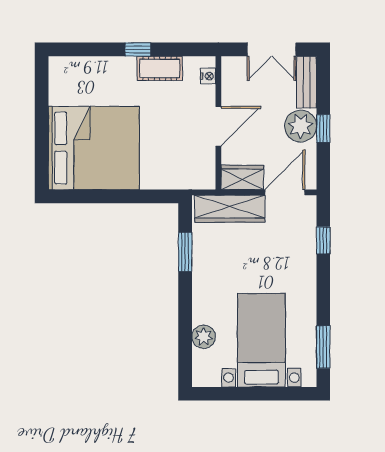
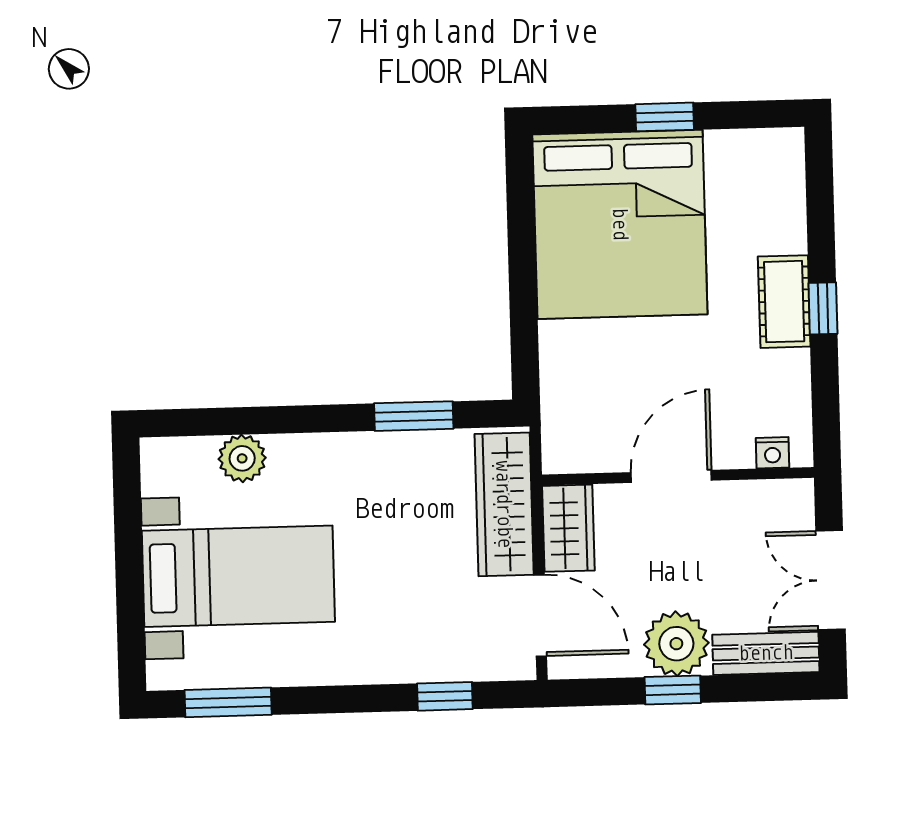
cot: (160, 68) -> (784, 302), moved
window: (42, 125) -> (665, 117), added
door: (218, 126) -> (671, 476), swing flipped

